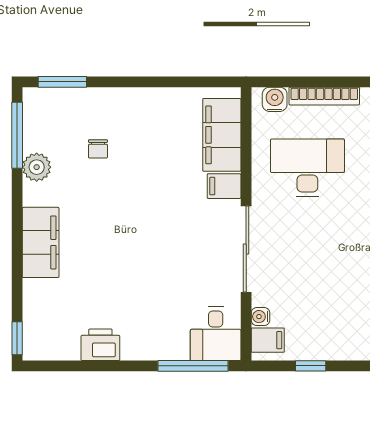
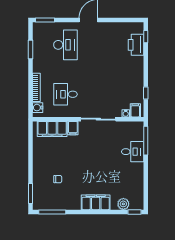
plant: (37, 167) -> (123, 204), moved
desk: (307, 168) -> (65, 94), width x0.73
desk: (216, 334) -> (133, 152), moved
printer: (100, 345) -> (137, 178), removed

